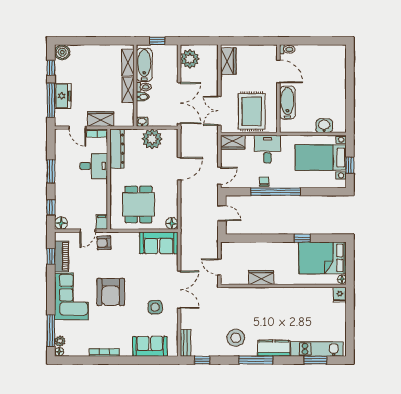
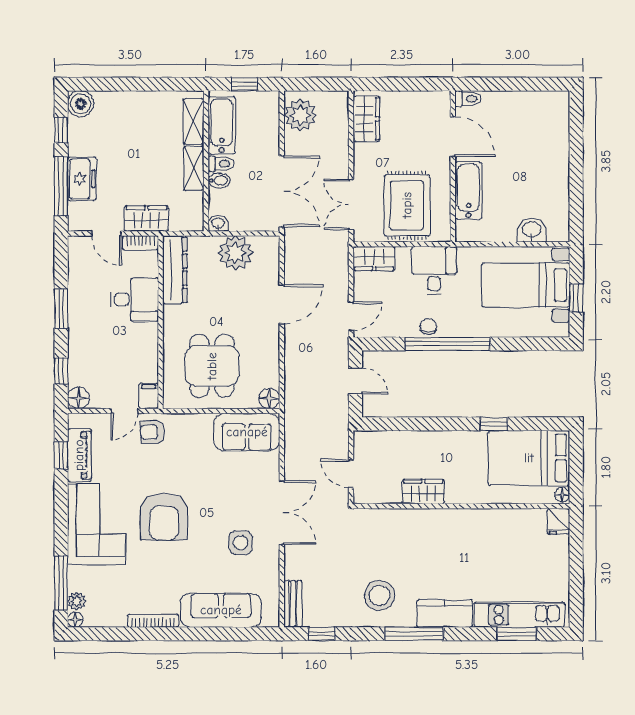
sofa: (150, 346) -> (221, 610), width x1.36

